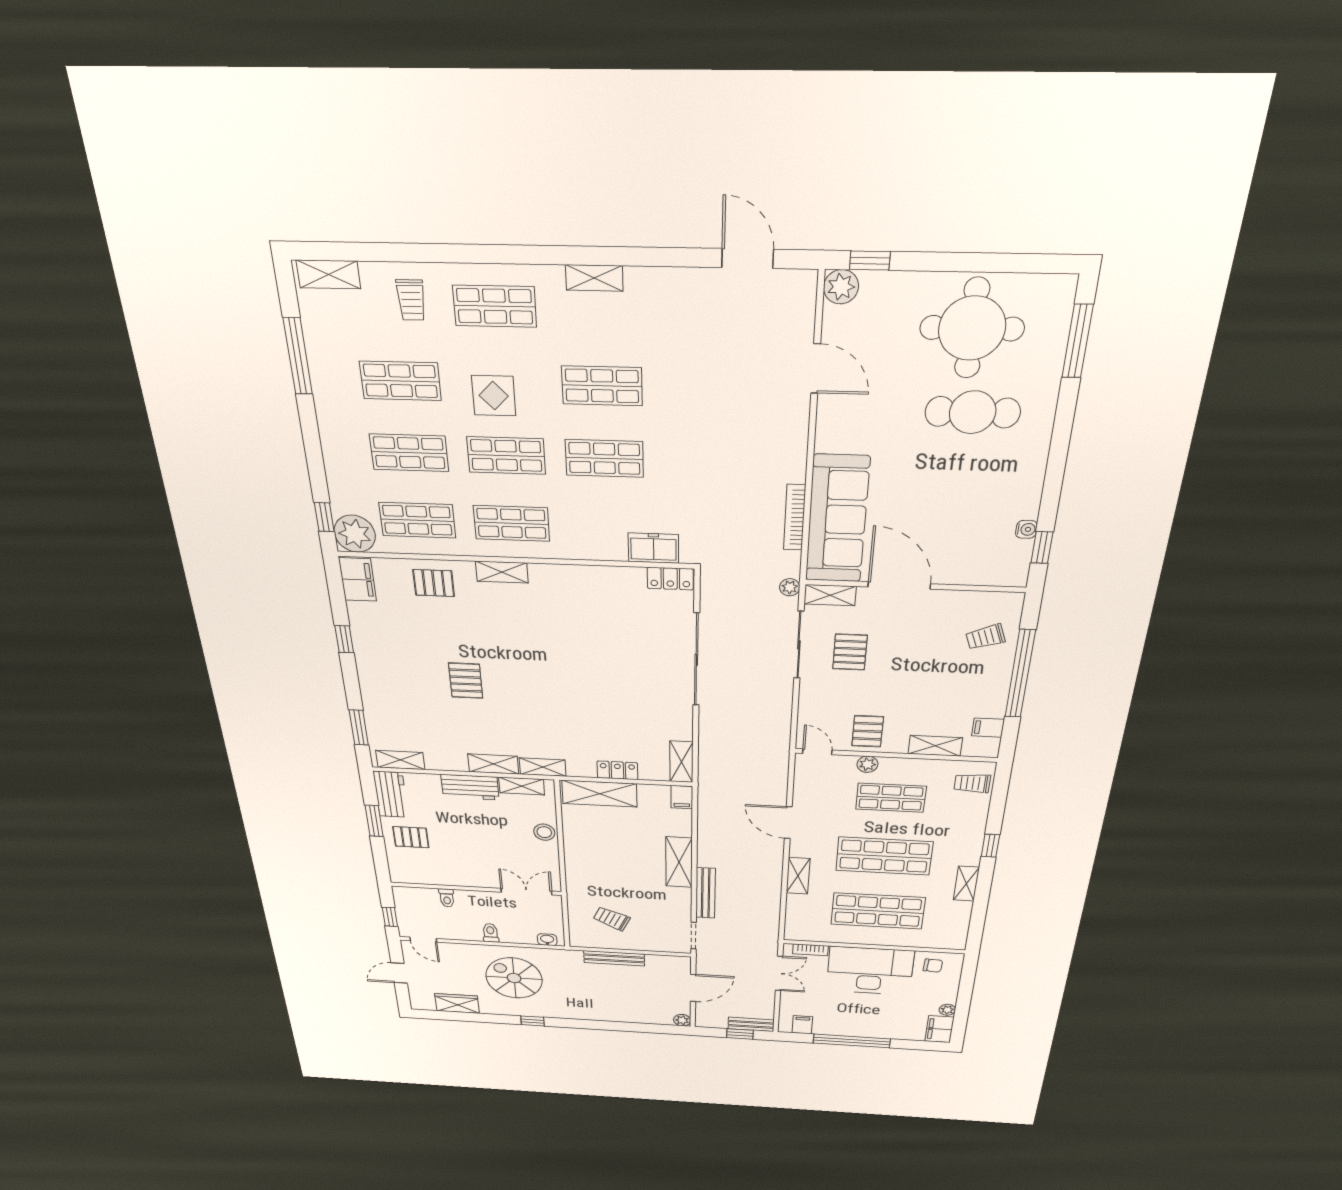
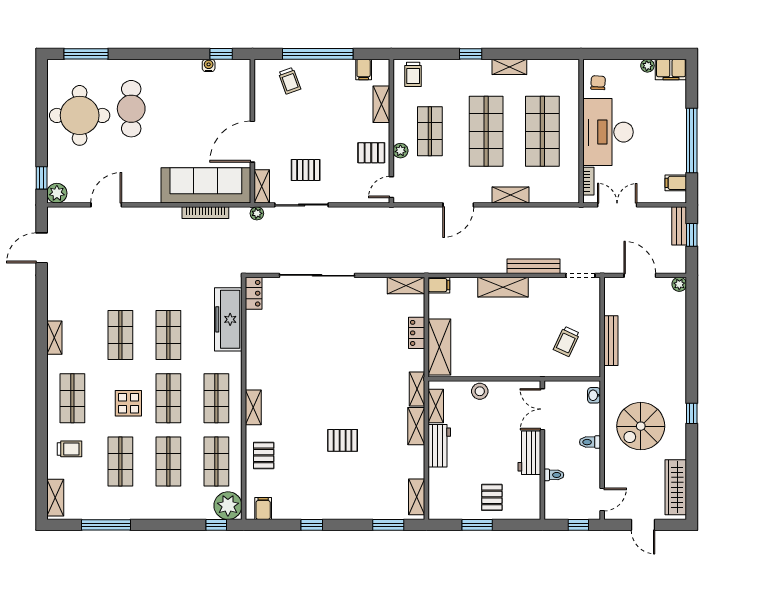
freezer: (653, 548) -> (228, 319), width x1.91, depth x1.26
filing cabinet: (358, 580) -> (263, 508), width x0.50
workbench: (391, 794) -> (529, 453), moved, turned -90
wardrobe: (457, 1003) -> (676, 487), width x1.50

